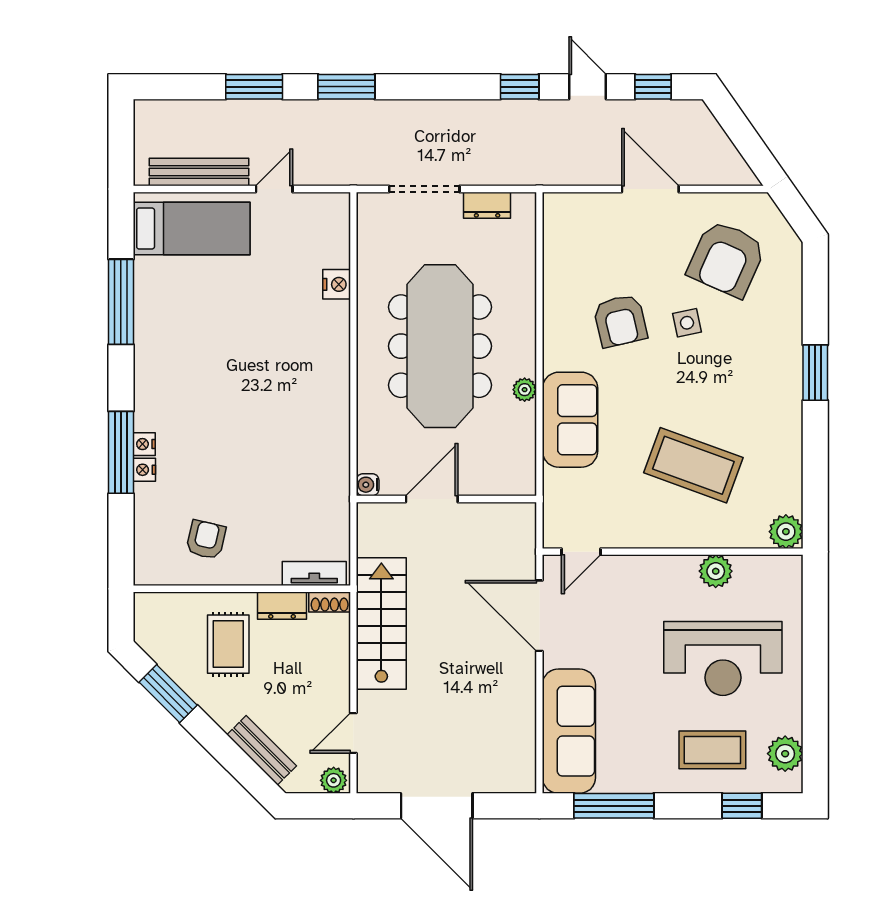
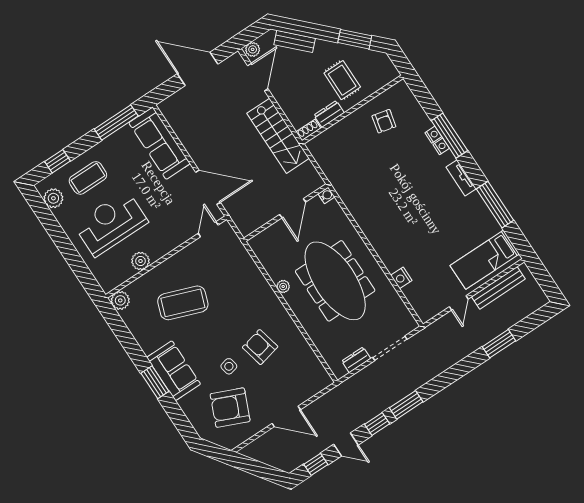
window: (346, 87) -> (406, 405), moved
armchair: (726, 259) -> (230, 408), turned -91
sofa: (570, 420) -> (174, 371), moved, turned 180
tv unit: (314, 574) -> (461, 178), moved, turned 90
door: (353, 733) -> (258, 77), width x1.38

